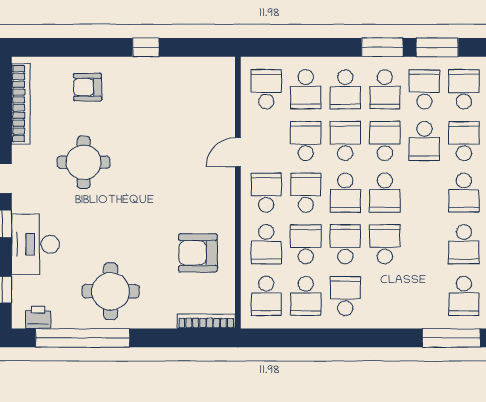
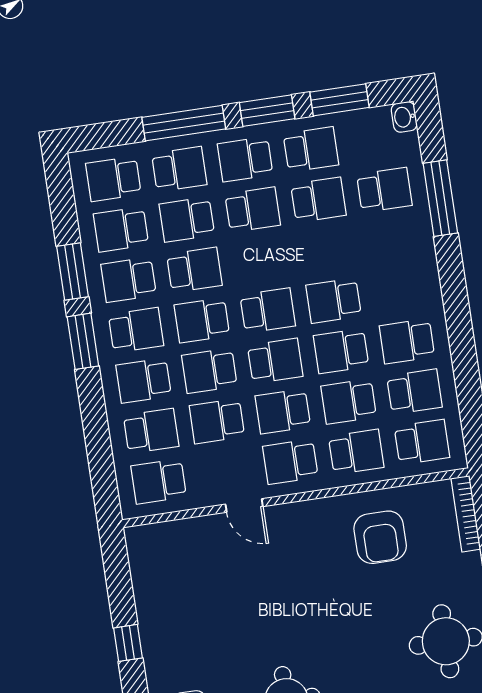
school desk: (345, 89) -> (144, 381), turned 180

